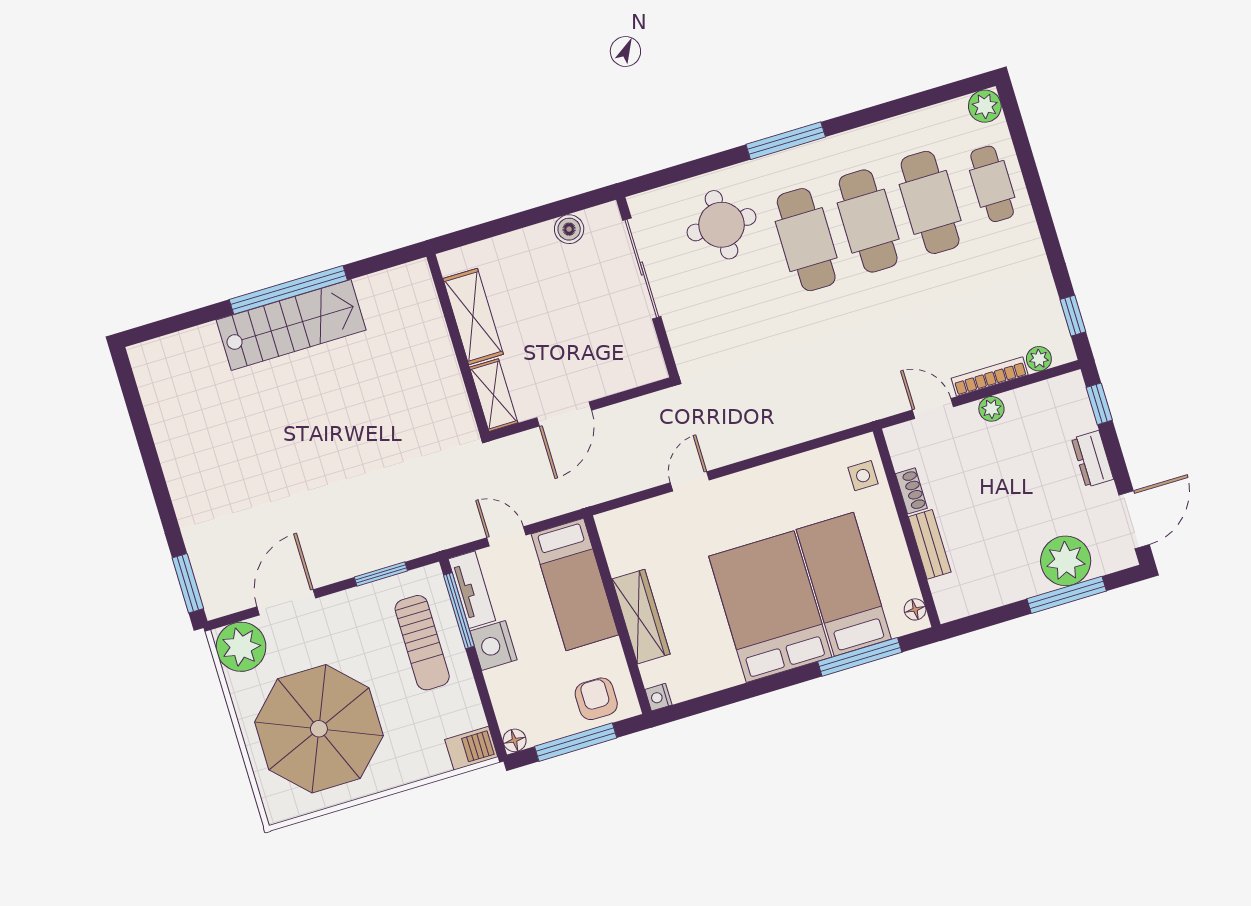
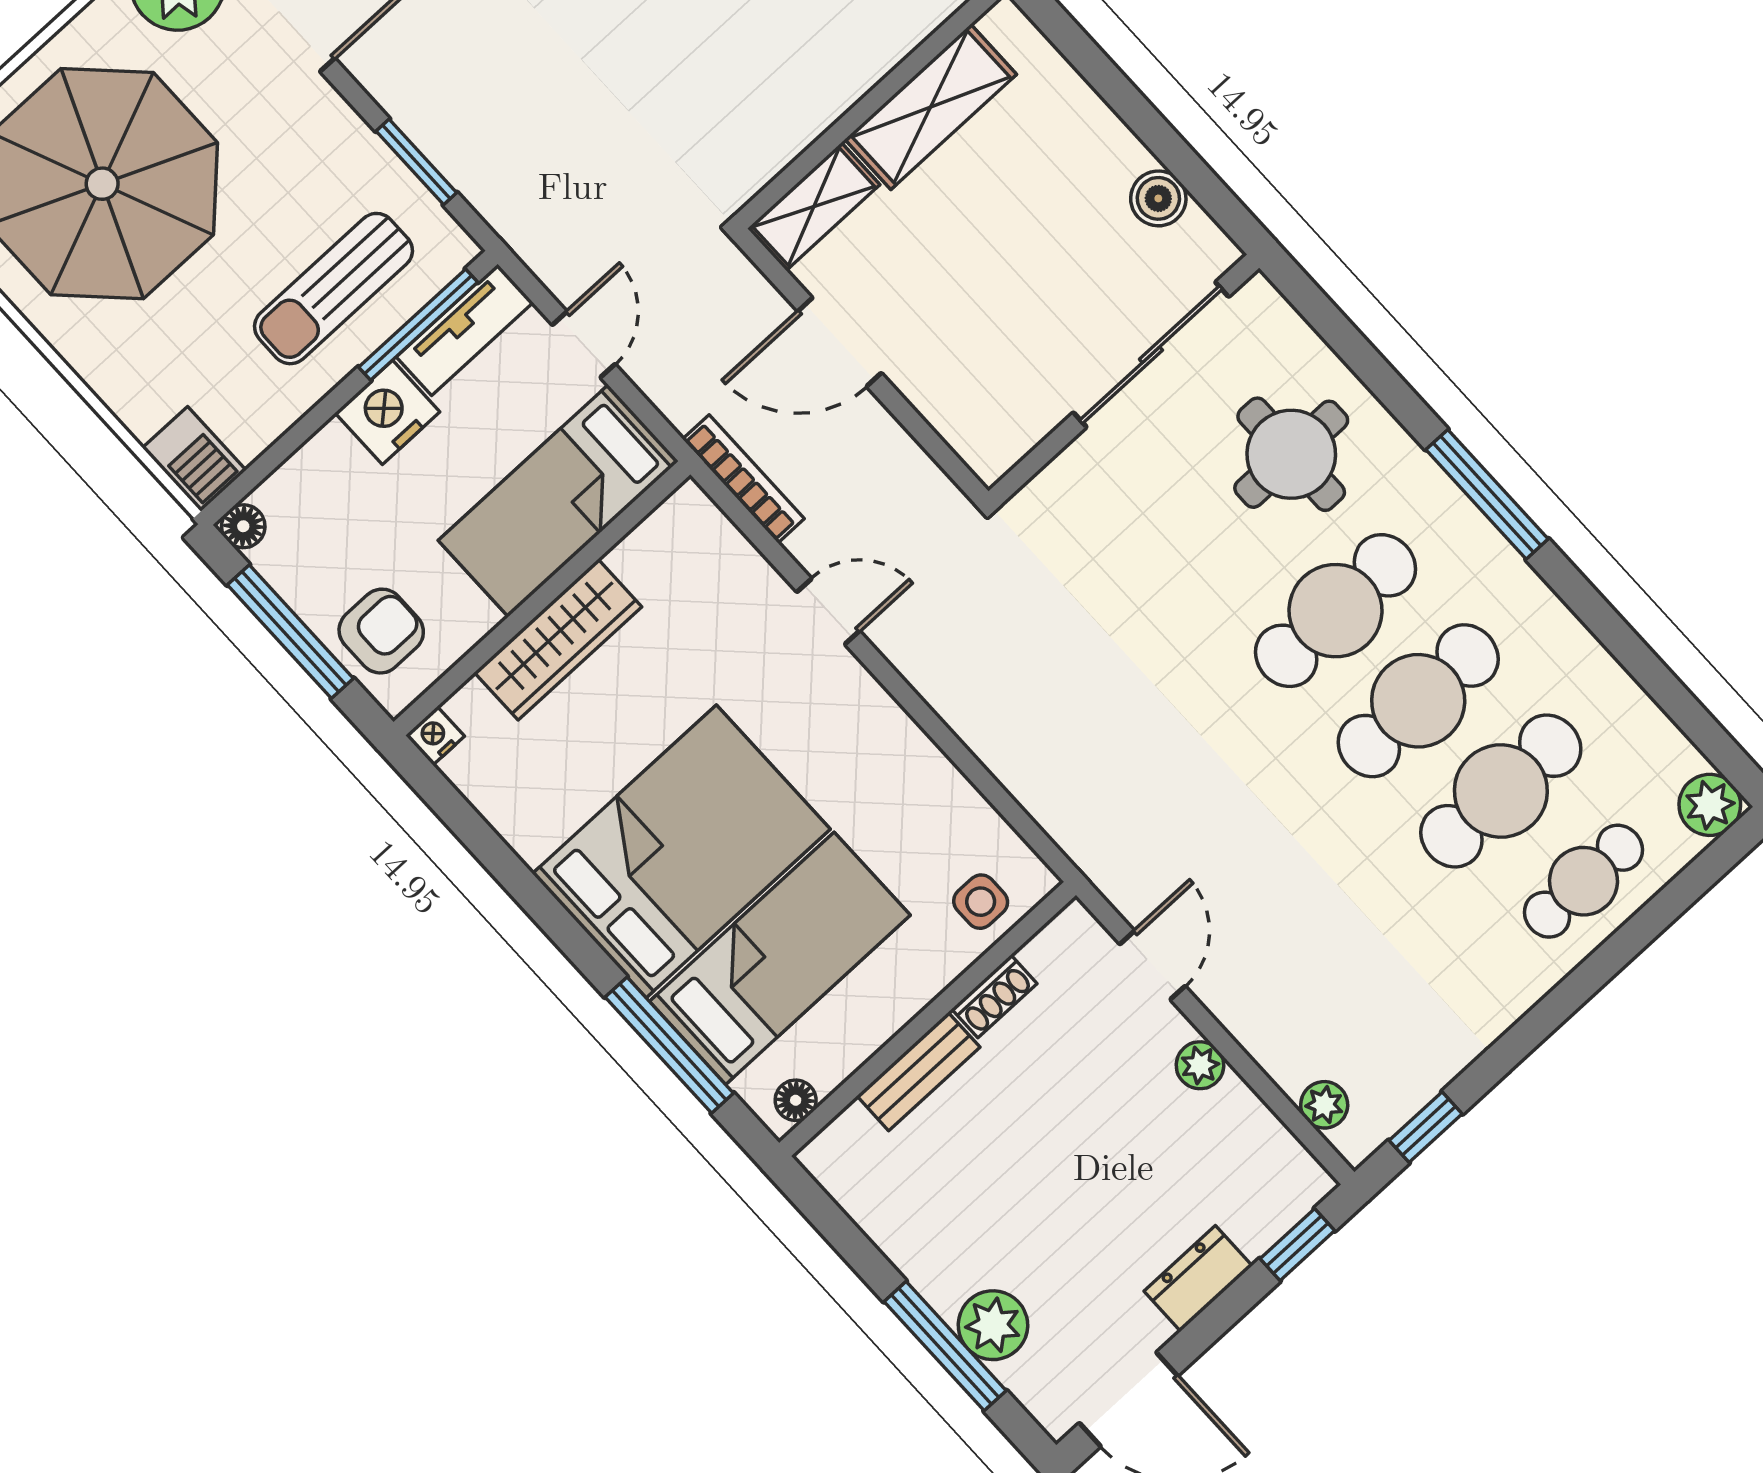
bookcase: (990, 376) -> (743, 479), moved
plant: (1066, 561) -> (993, 1325), width x0.73, depth x0.73

